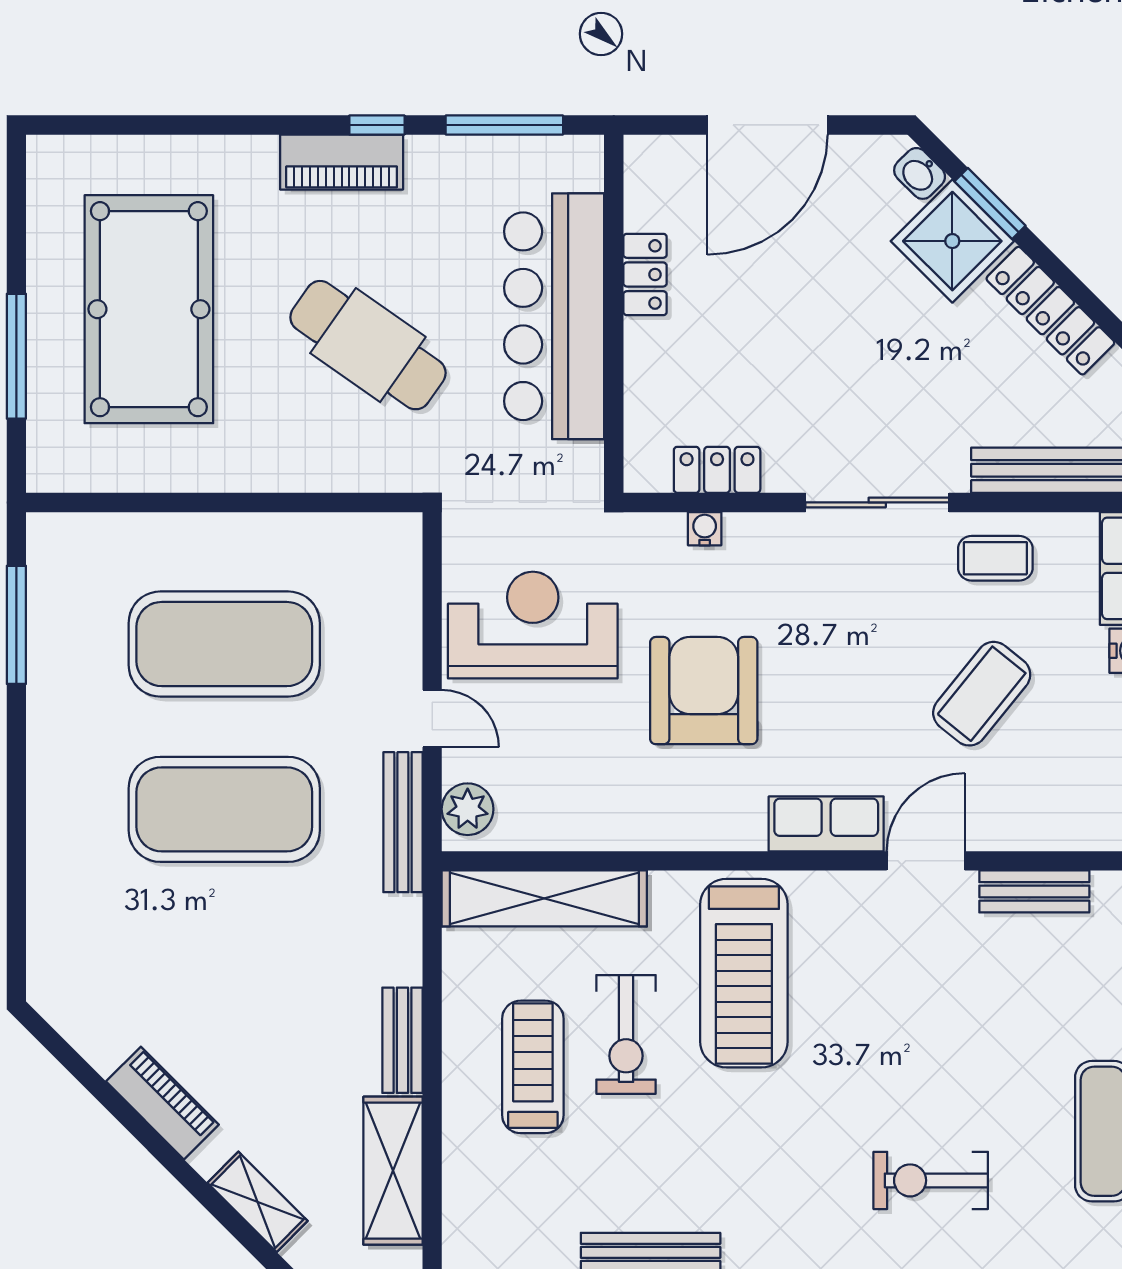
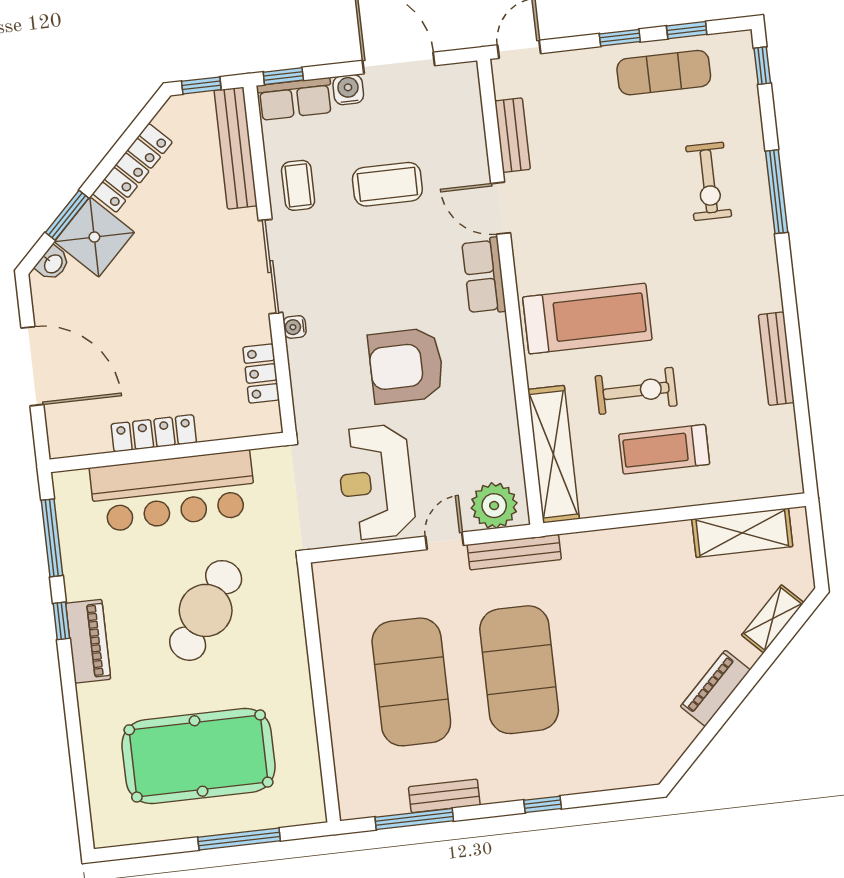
locker: (645, 274) -> (154, 433), width x1.53
water cooler: (705, 529) -> (295, 327), moved
coffee table: (982, 694) -> (387, 184), turned -39
plant: (468, 809) -> (494, 506), width x1.36, depth x1.36
window: (16, 822) -> (543, 804), added
bench: (402, 1040) -> (444, 796), moved

